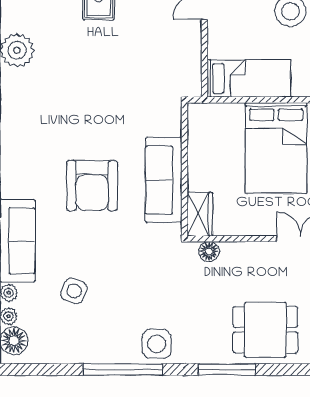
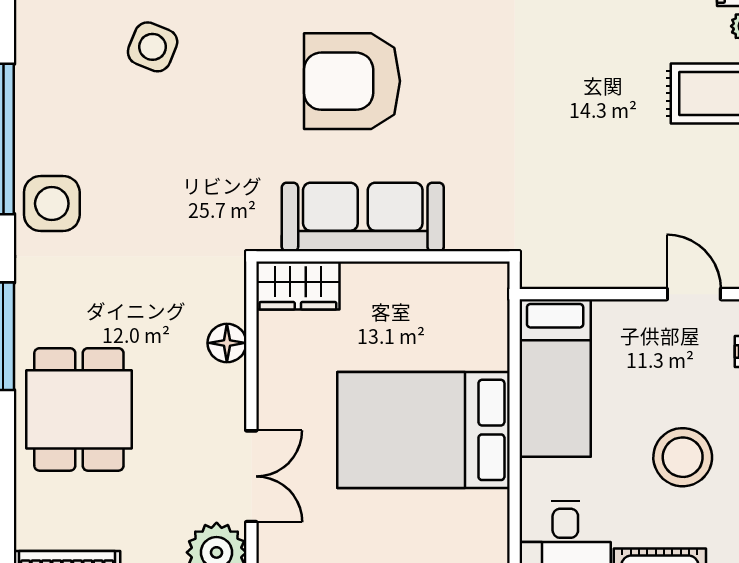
floor lamp: (209, 252) -> (227, 343), moved

